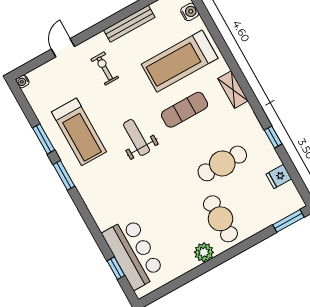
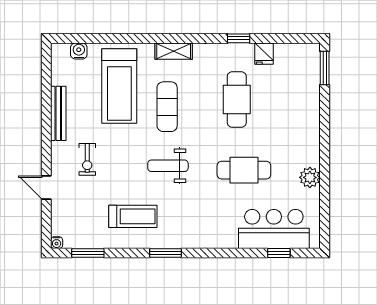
exercise bike: (105, 68) -> (87, 159), turned -90
treadmill: (79, 132) -> (133, 216), width x0.73, depth x0.73
window: (44, 139) -> (88, 253), moved
fridge: (279, 176) -> (264, 54), moved
cafe table: (220, 219) -> (244, 170), moved
plant: (204, 252) -> (310, 177), moved

